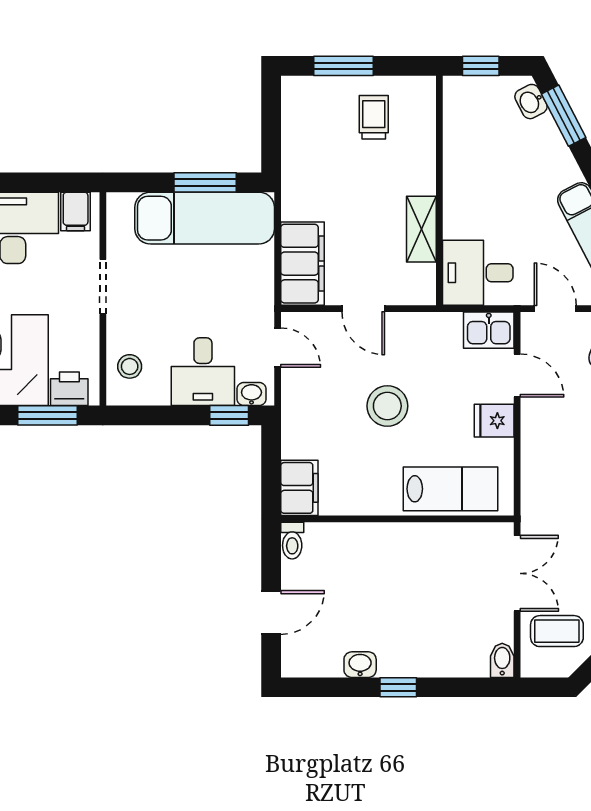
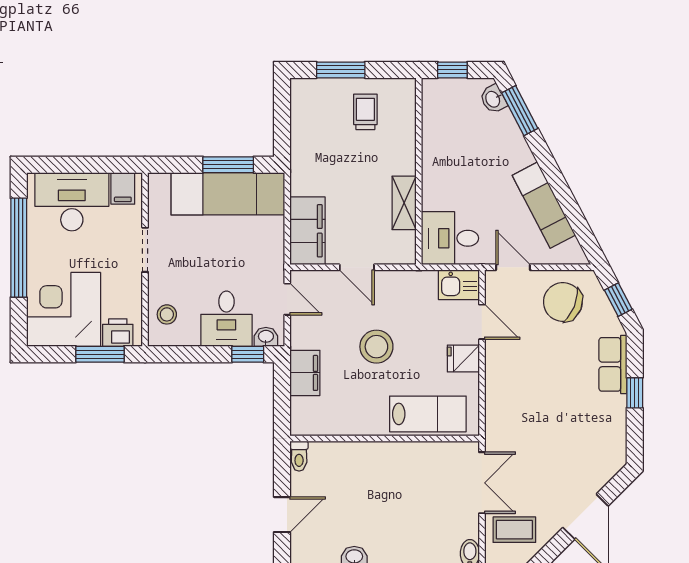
filing cabinet: (299, 488) -> (305, 373), moved

